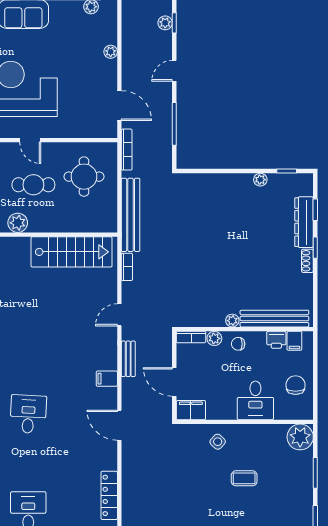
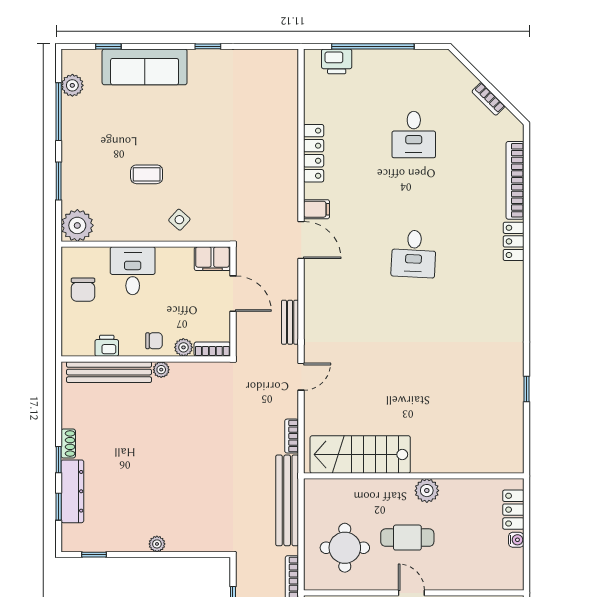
plant: (260, 180) -> (157, 544), moved
filing cabinet: (294, 341) -> (84, 344), removed
filing cabinet: (107, 379) -> (317, 209), moved

